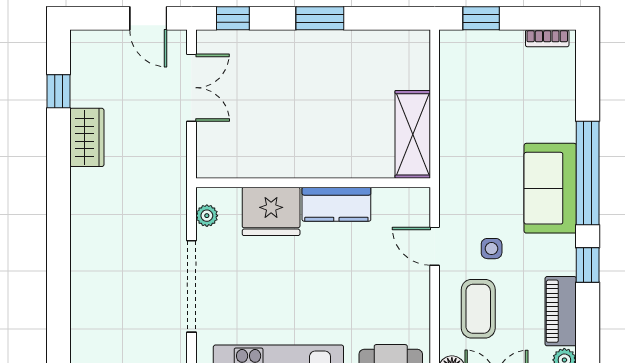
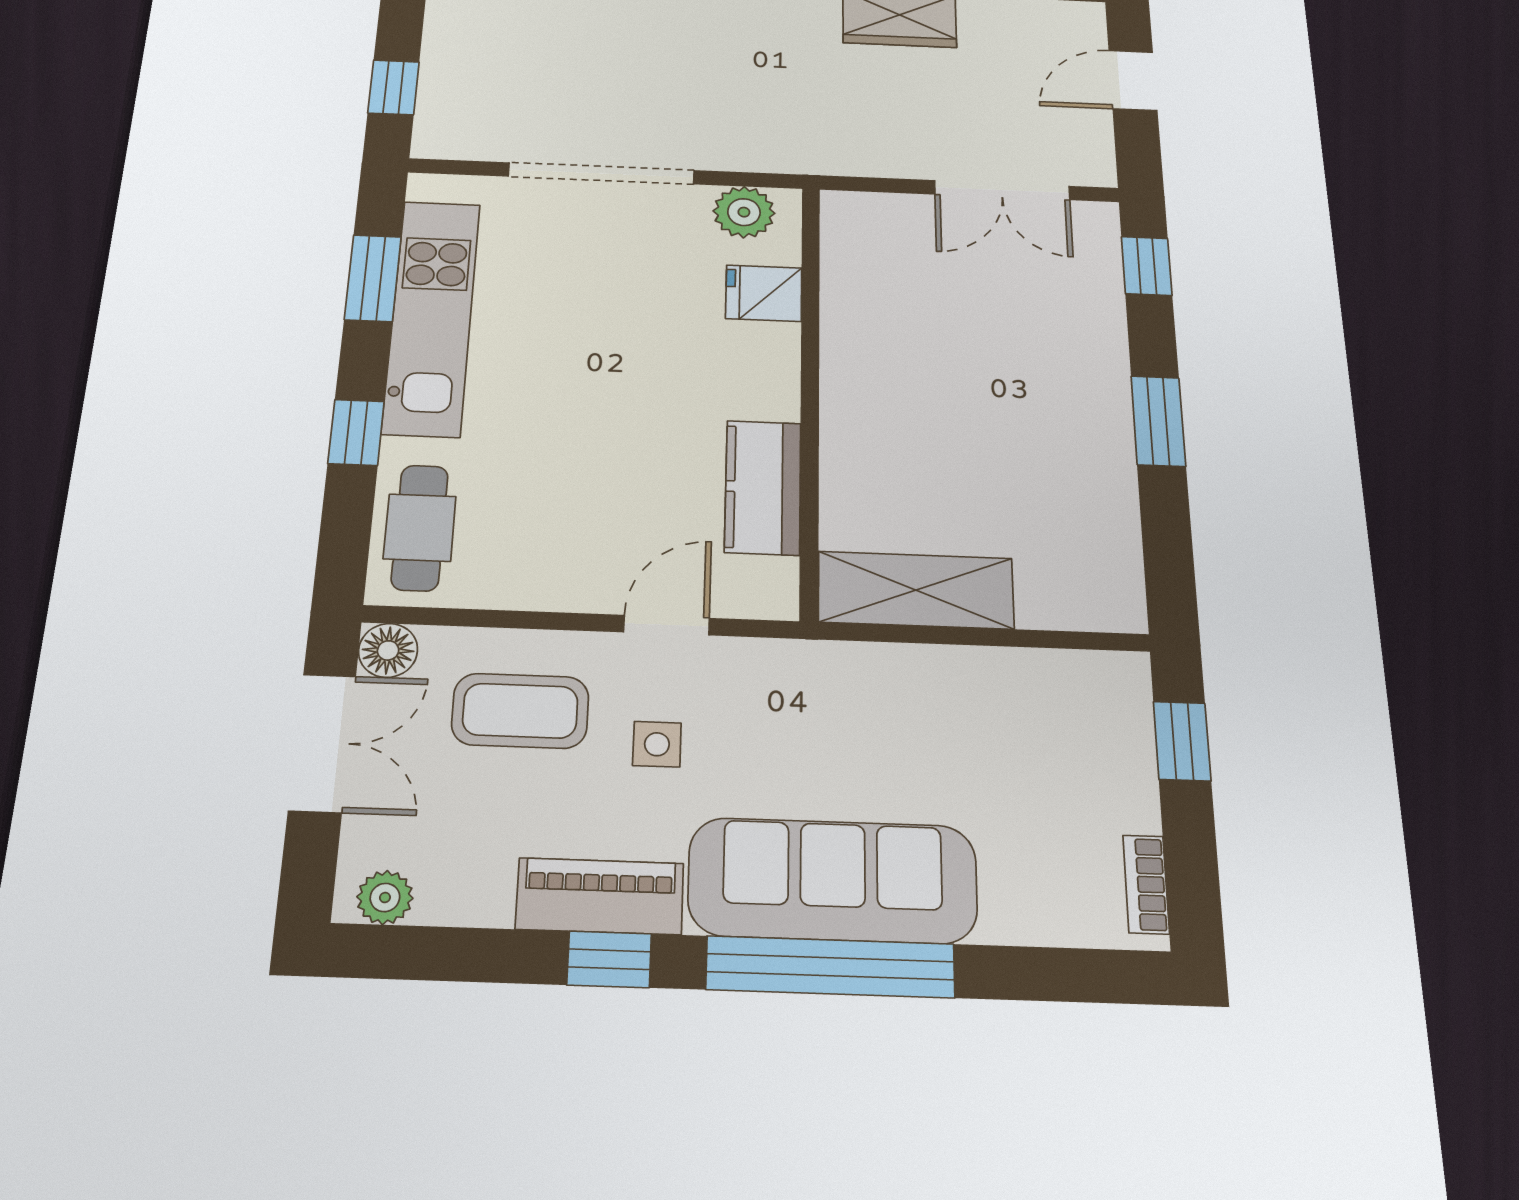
door: (148, 18) -> (1133, 80), moved
sofa: (550, 188) -> (833, 880), width x1.36
kitchen counter: (336, 204) -> (763, 487), moved
fridge: (271, 211) -> (764, 293), width x0.53, depth x0.75
plant: (207, 216) -> (744, 212), width x1.38, depth x1.38
piano: (561, 311) -> (600, 896), moved

